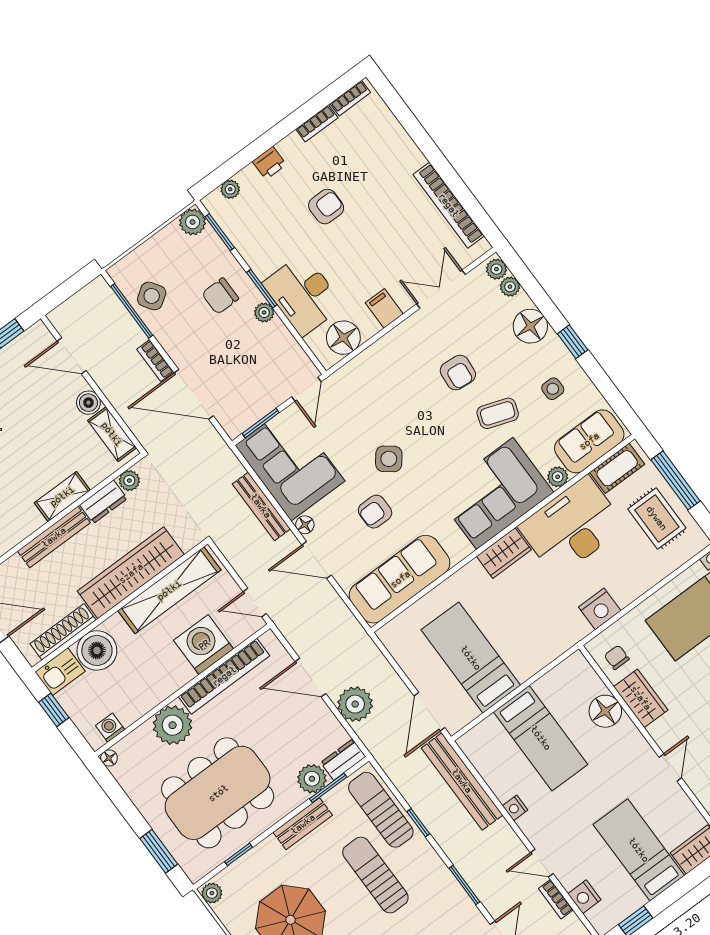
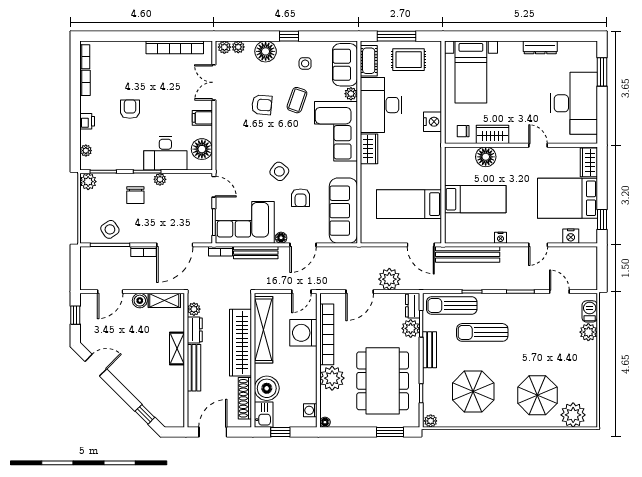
bed: (639, 850) -> (567, 198), width x1.50
bookcase: (556, 899) -> (221, 251), moved

